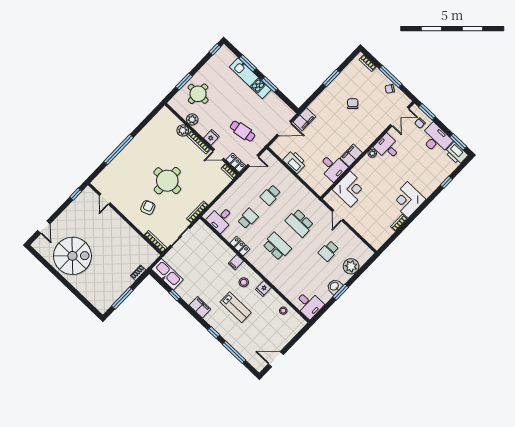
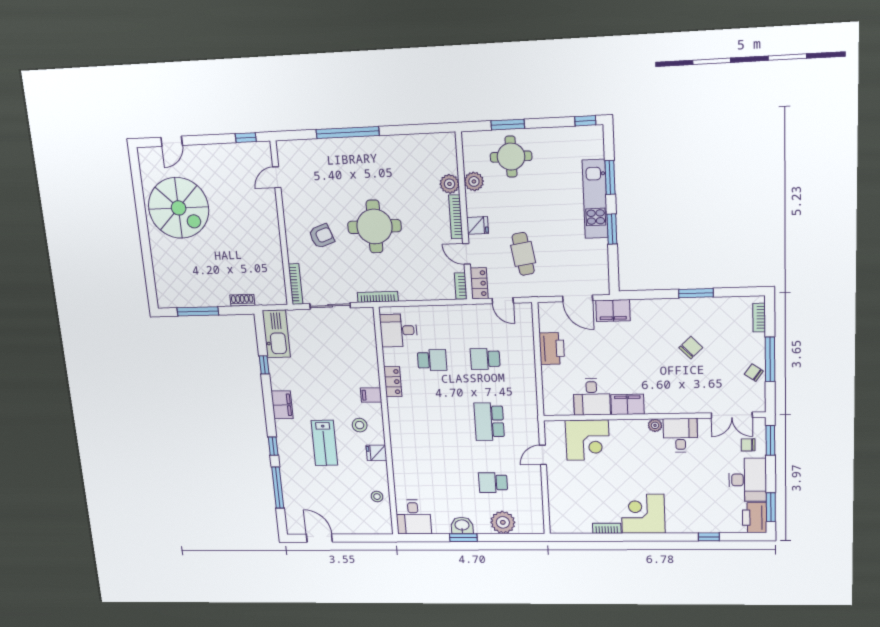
school desk: (277, 246) -> (437, 422), removed

